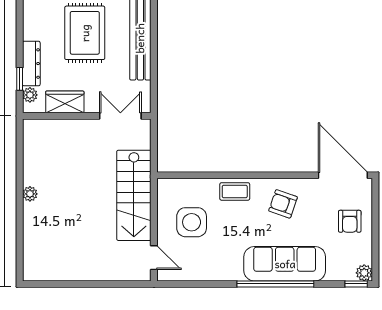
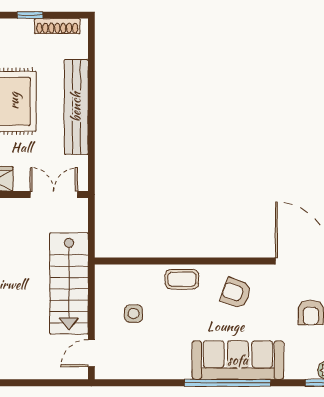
side table: (192, 222) -> (134, 314), width x0.54, depth x0.54
door: (154, 258) -> (91, 353), swing flipped

